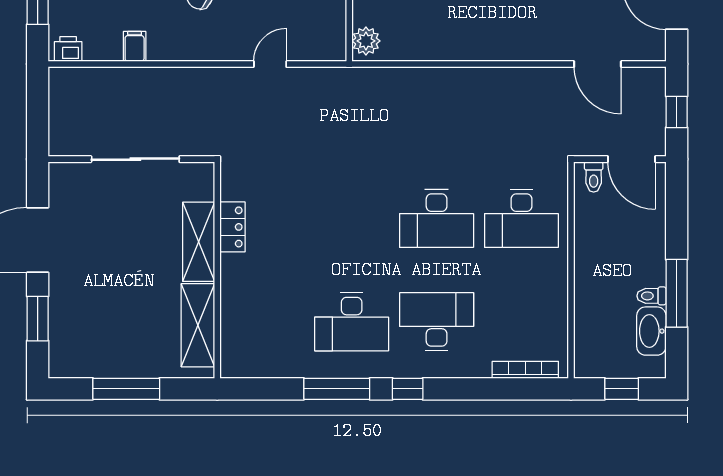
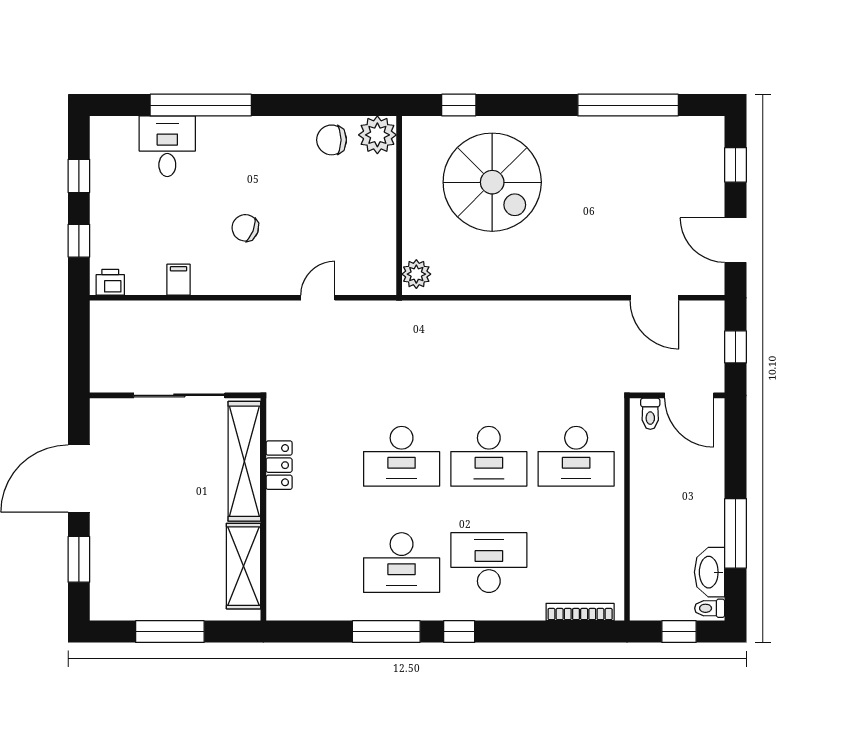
desk: (352, 218) -> (402, 456), added
shelving: (199, 242) -> (244, 461), width x1.47
toilet: (651, 296) -> (710, 608), moved

